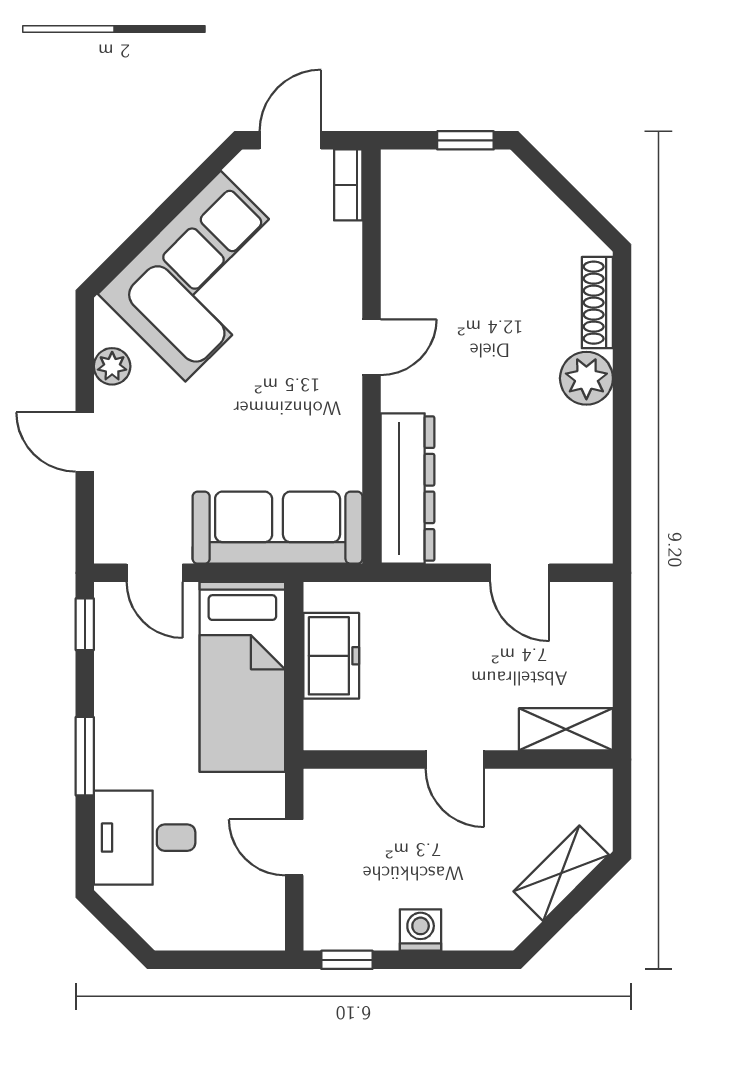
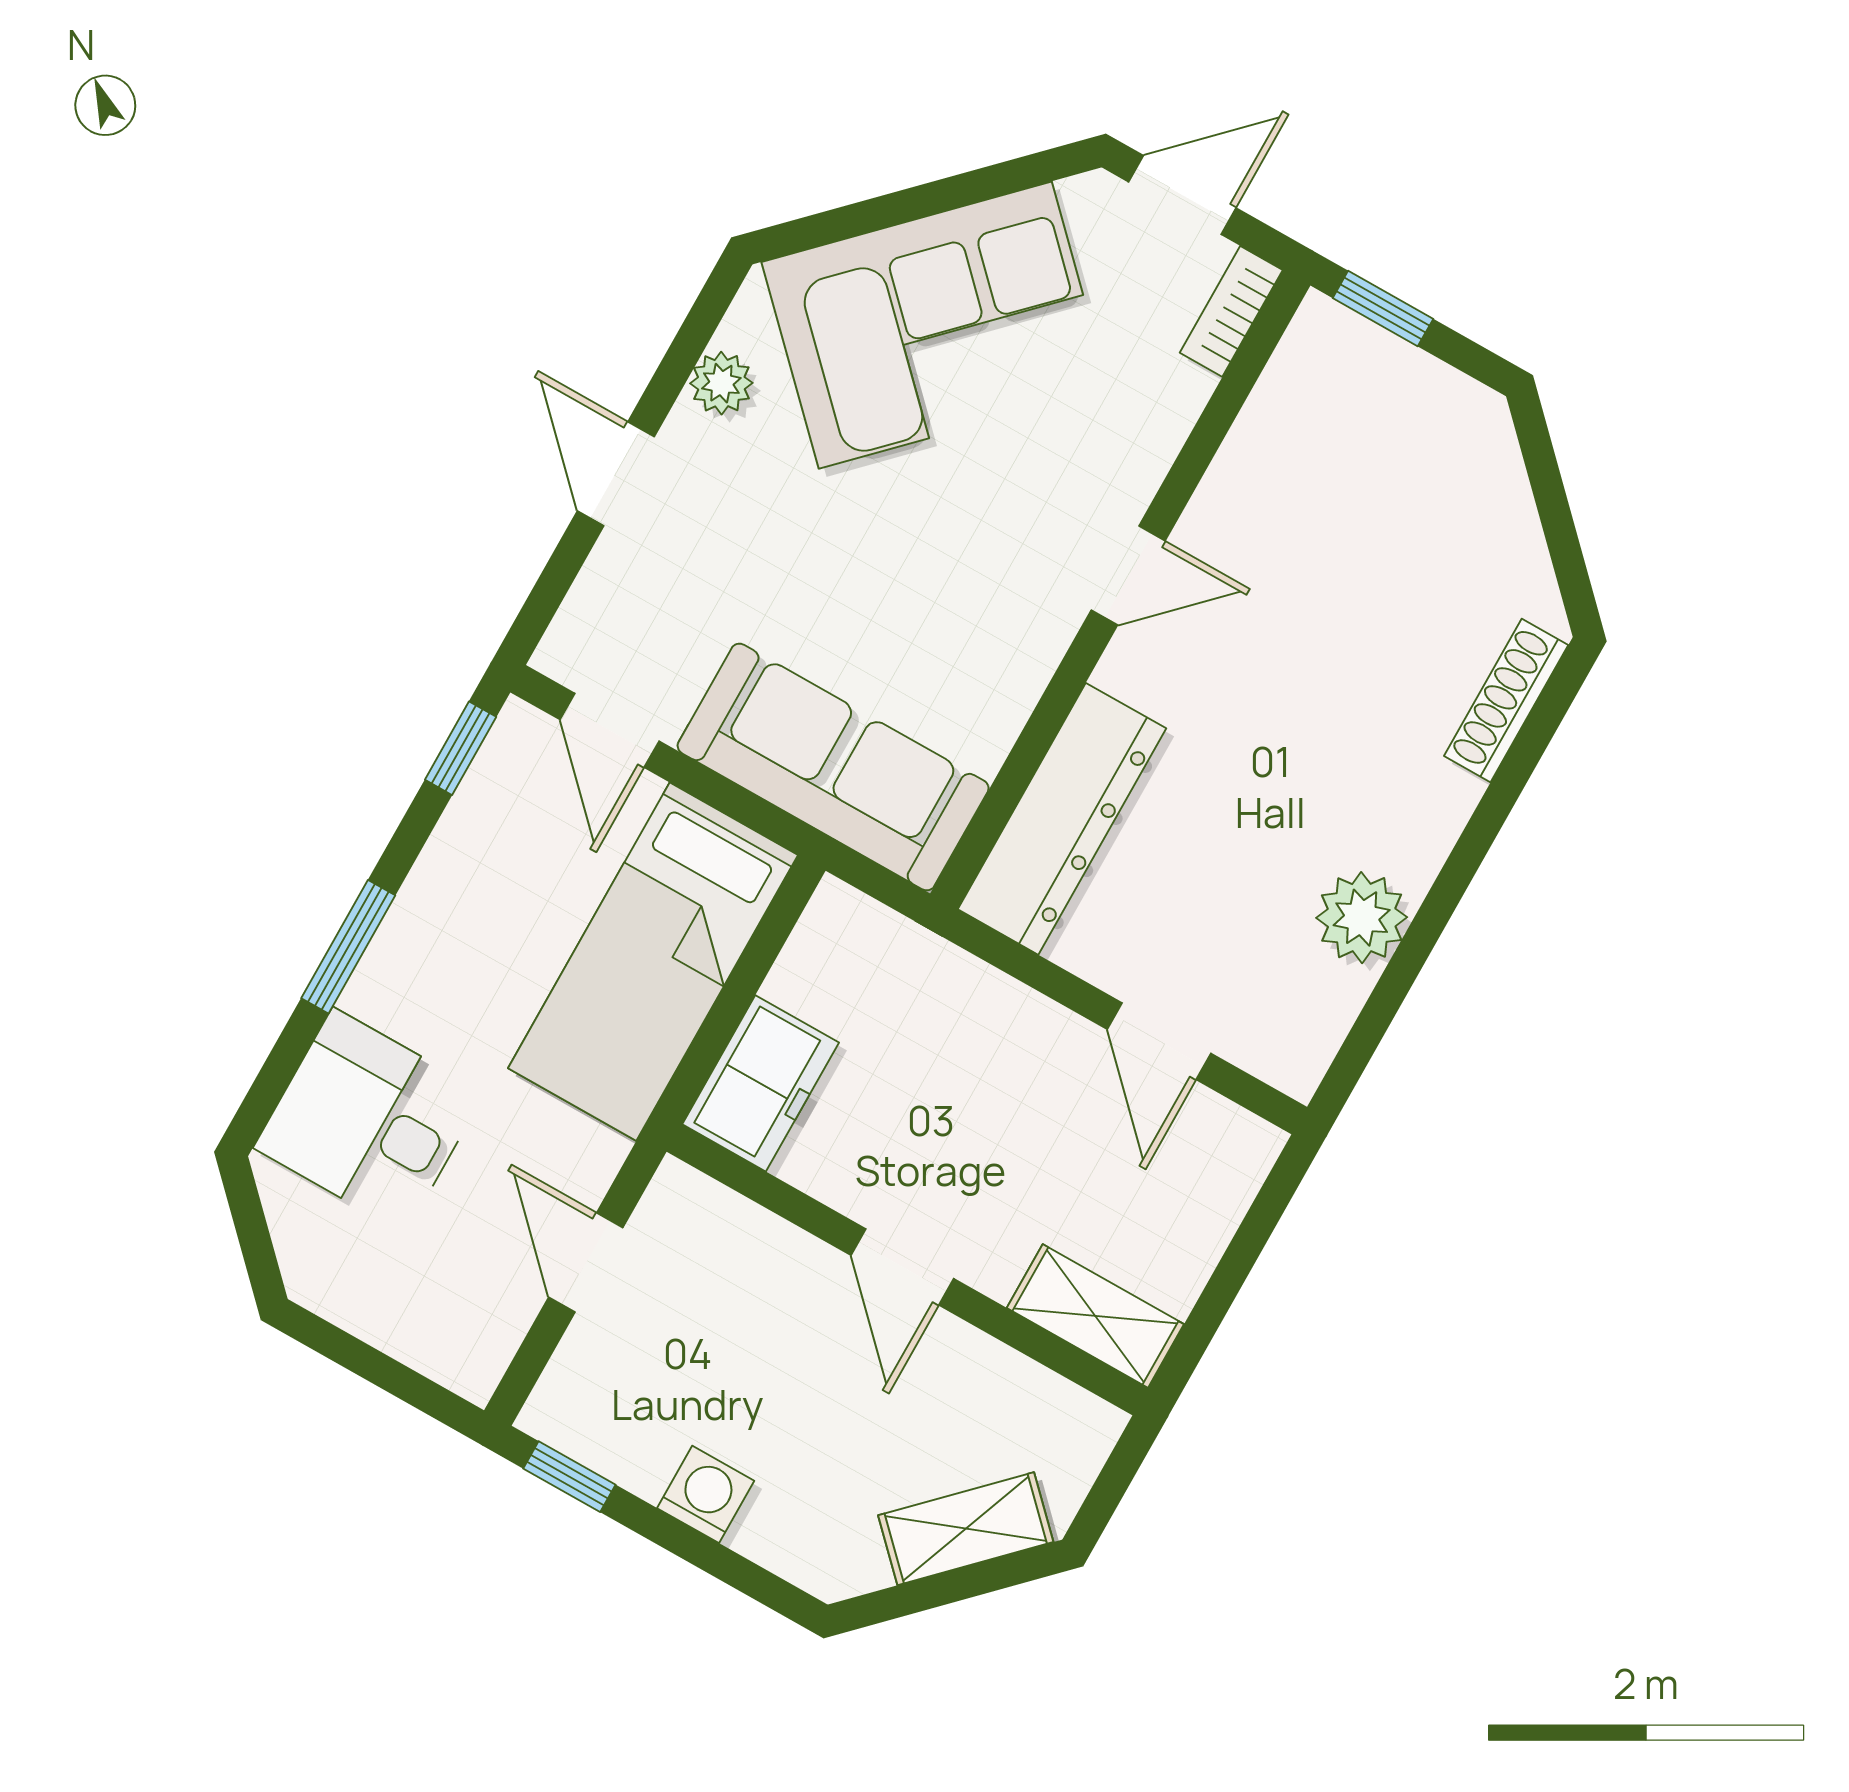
window: (465, 140) -> (1383, 308), moved
plant: (586, 378) -> (1362, 918), moved
freezer: (331, 656) -> (761, 1083), moved

